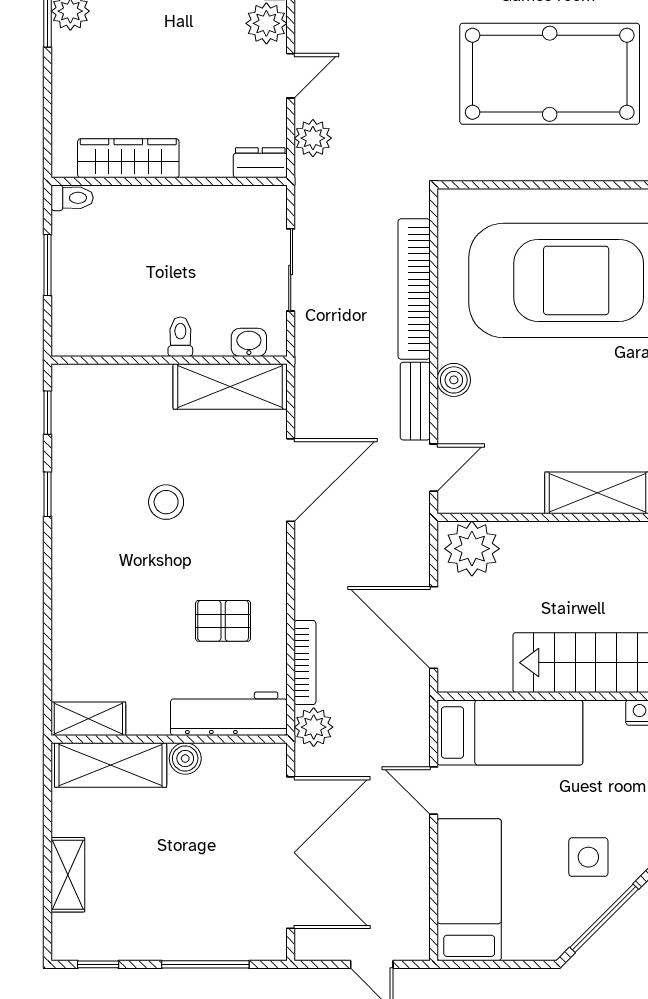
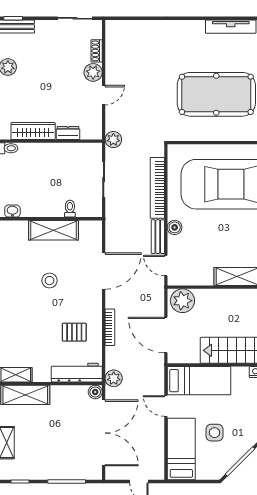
plant: (313, 138) -> (113, 140), moved
dresser: (260, 163) -> (68, 133), moved
toilet: (180, 337) -> (70, 209), moved
washbasin: (249, 342) -> (12, 211), moved
shelving: (230, 386) -> (53, 230), moved
door: (434, 468) -> (166, 266), swing flipped
bookcase: (305, 663) -> (110, 327), moved
boiler: (185, 758) -> (95, 392), moved
side table: (588, 857) -> (214, 433), moved

